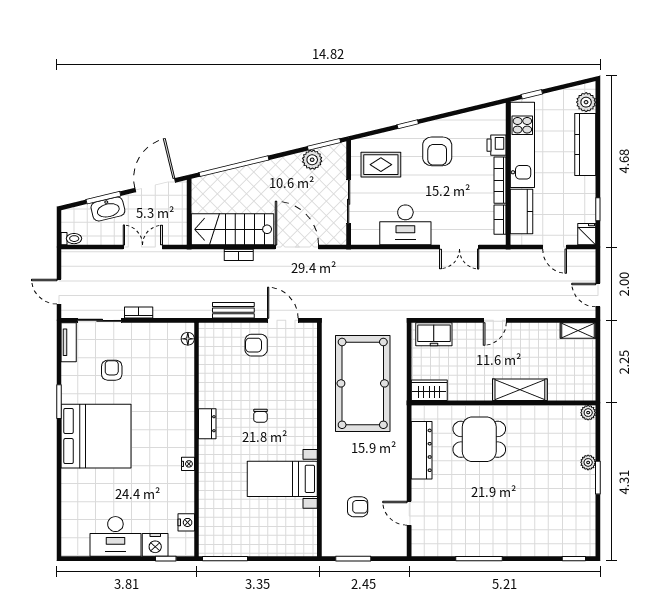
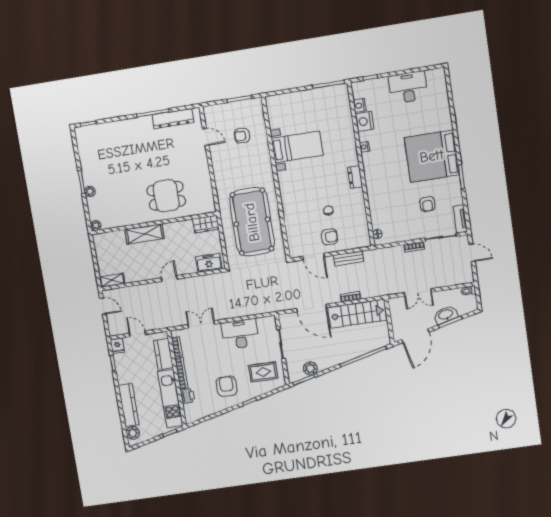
chair: (260, 416) -> (328, 210), moved
dresser: (422, 450) -> (173, 119), moved, turned -90
nightstand: (155, 545) -> (364, 121), moved, turned -90

